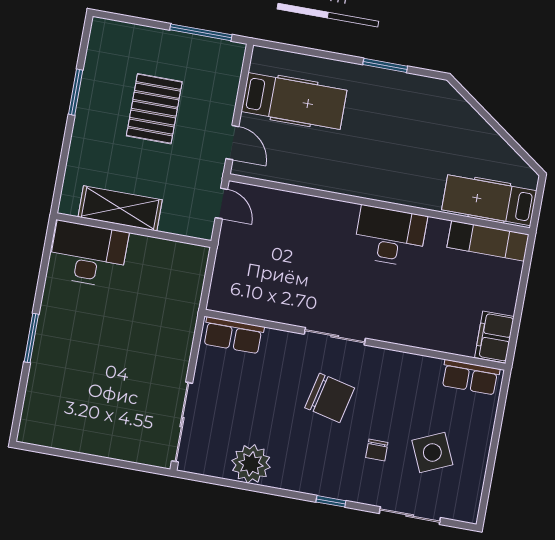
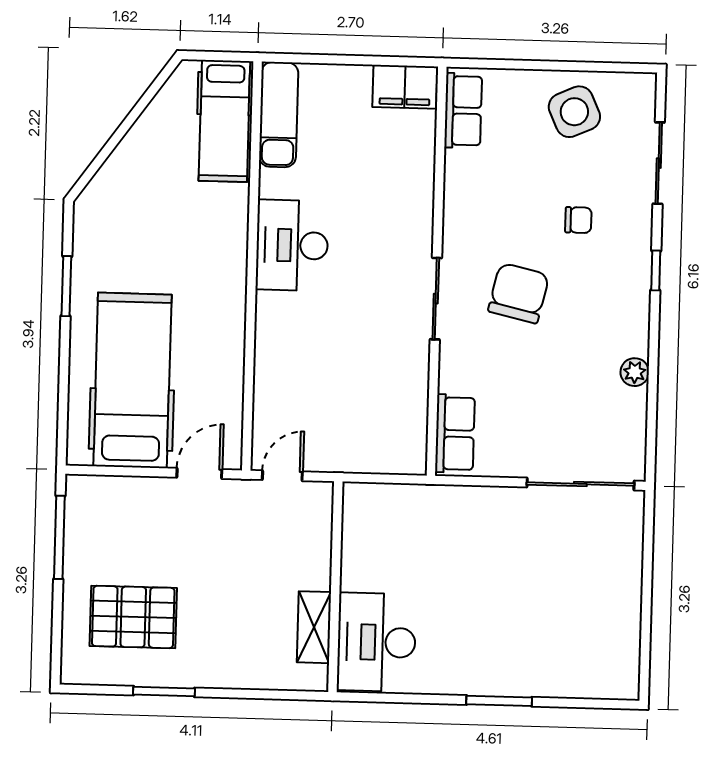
hospital bed: (294, 101) -> (132, 380), width x1.37, depth x1.29
pallet: (154, 109) -> (133, 617), moved
shelving: (120, 208) -> (314, 627), width x0.67, depth x0.75
side table: (432, 452) -> (574, 112), moved
plant: (251, 464) -> (635, 372), width x0.53, depth x0.53

